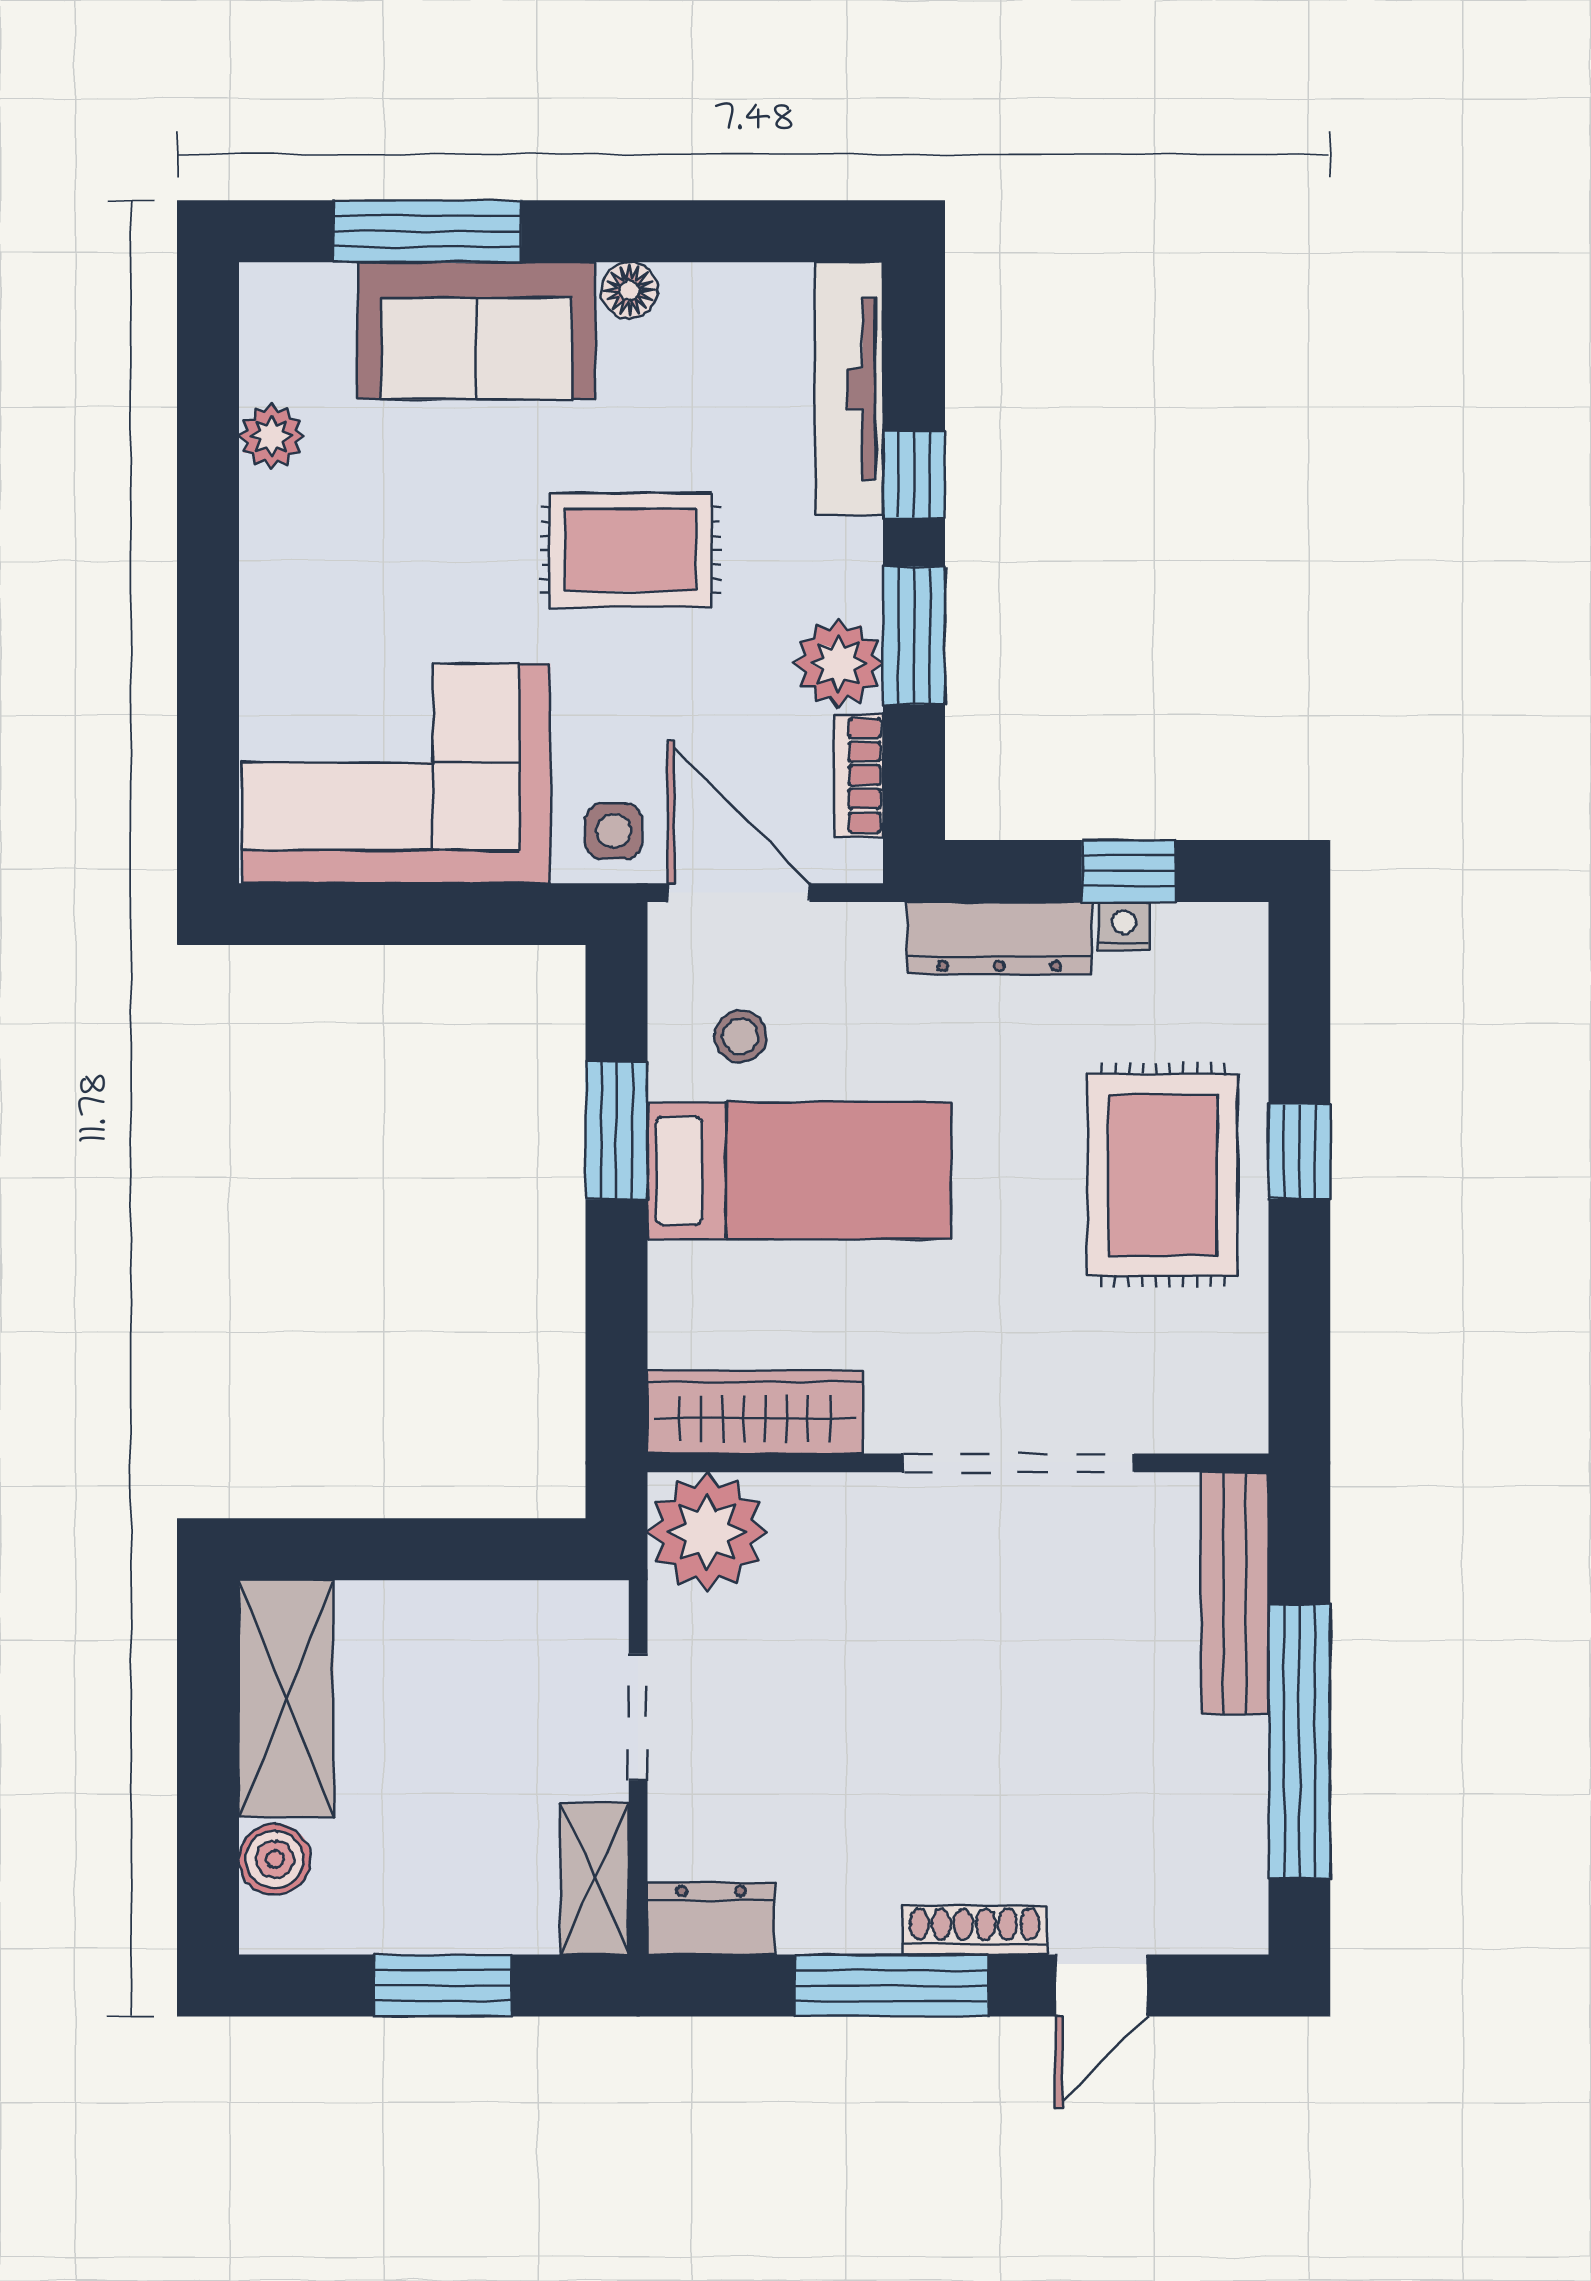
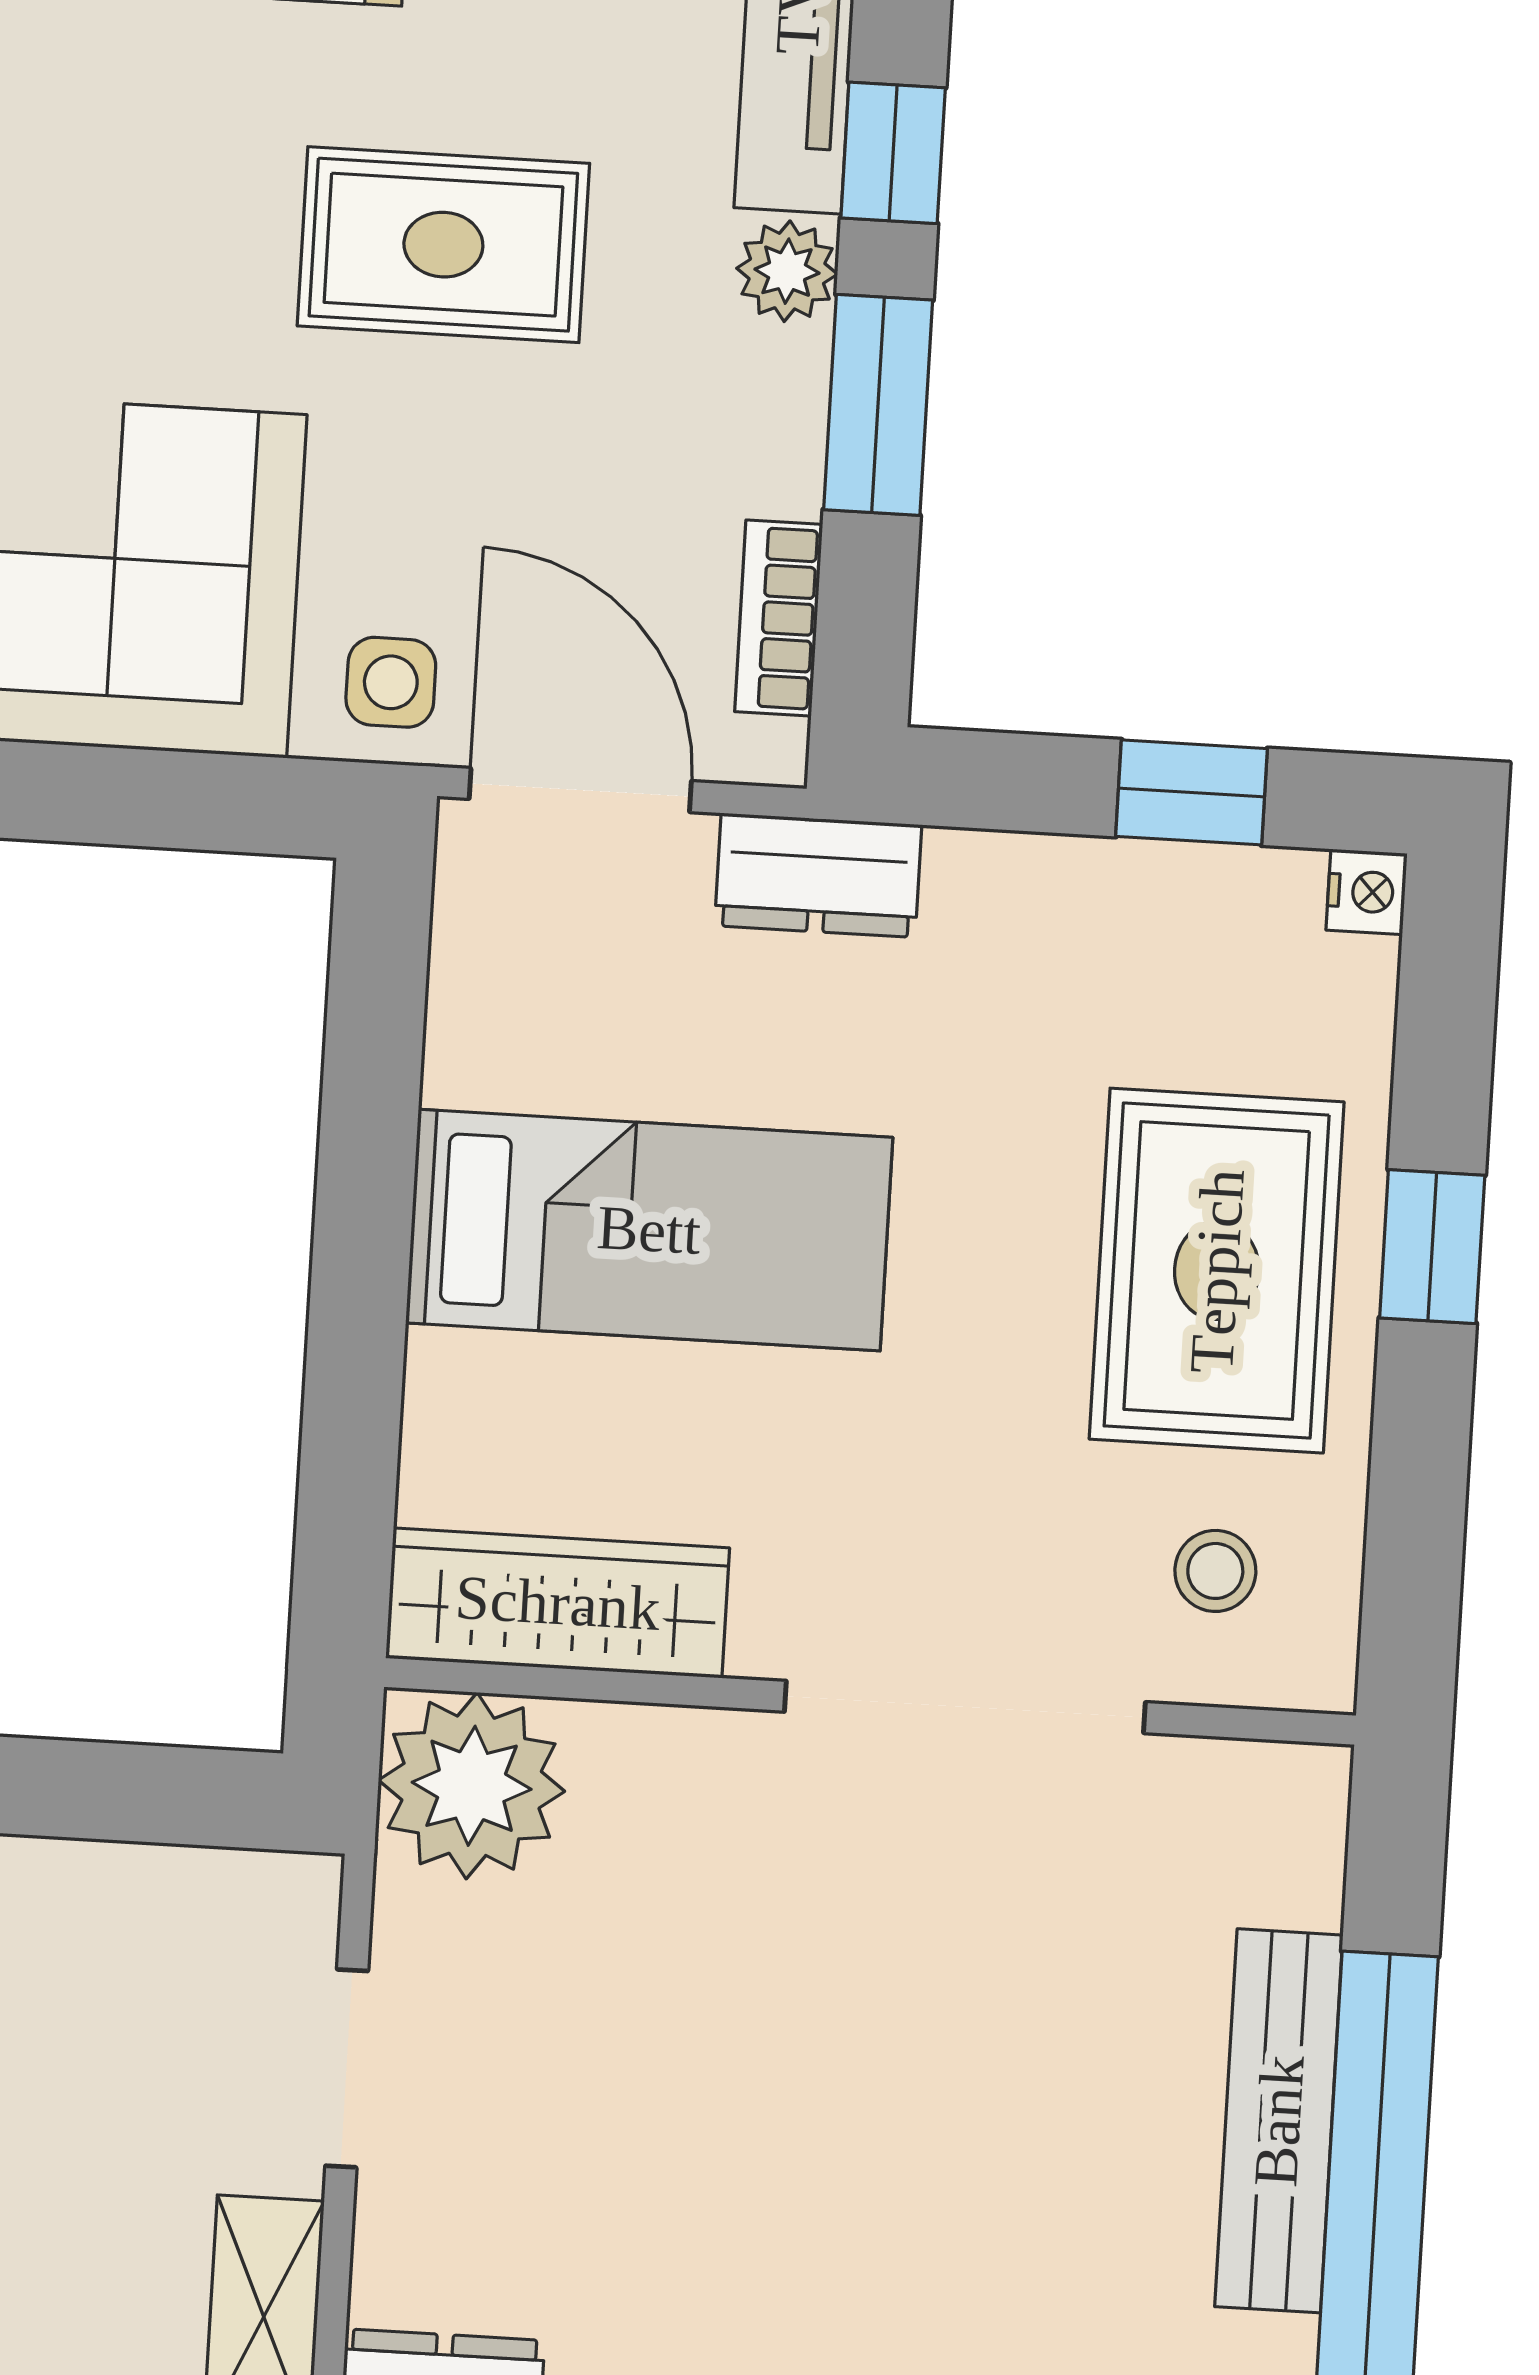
plant: (839, 663) -> (787, 271), moved, width x0.73, depth x0.73
nightstand: (1124, 926) -> (1367, 892), moved, turned 90
dresser: (999, 938) -> (818, 875), moved, width x0.70
stool: (741, 1036) -> (1215, 1571), moved
window: (616, 1130) -> (367, 1150), removed
bench: (1235, 1593) -> (1279, 2121), moved

